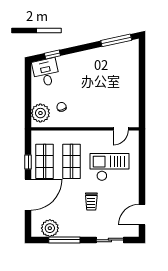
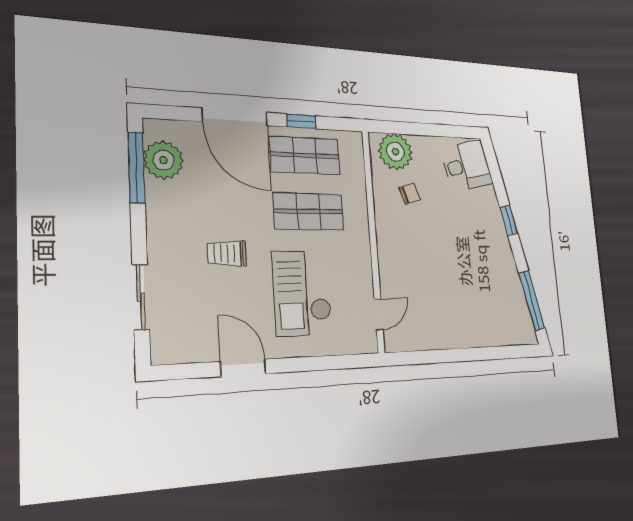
window: (52, 54) -> (509, 220), moved
door: (121, 129) -> (379, 314), swing flipped
checkout: (110, 167) -> (302, 293), turned 180
door: (142, 215) -> (243, 368), moved
window: (64, 240) -> (136, 167), moved

